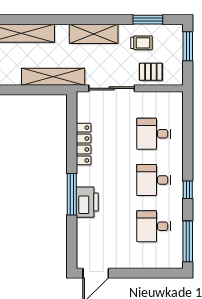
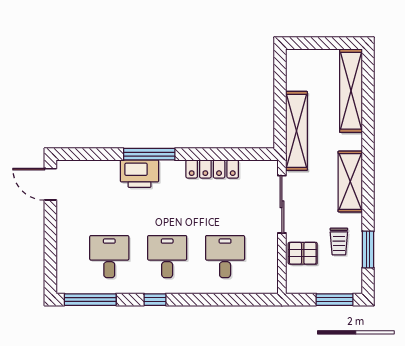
pallet: (151, 72) -> (303, 253), turned 90

